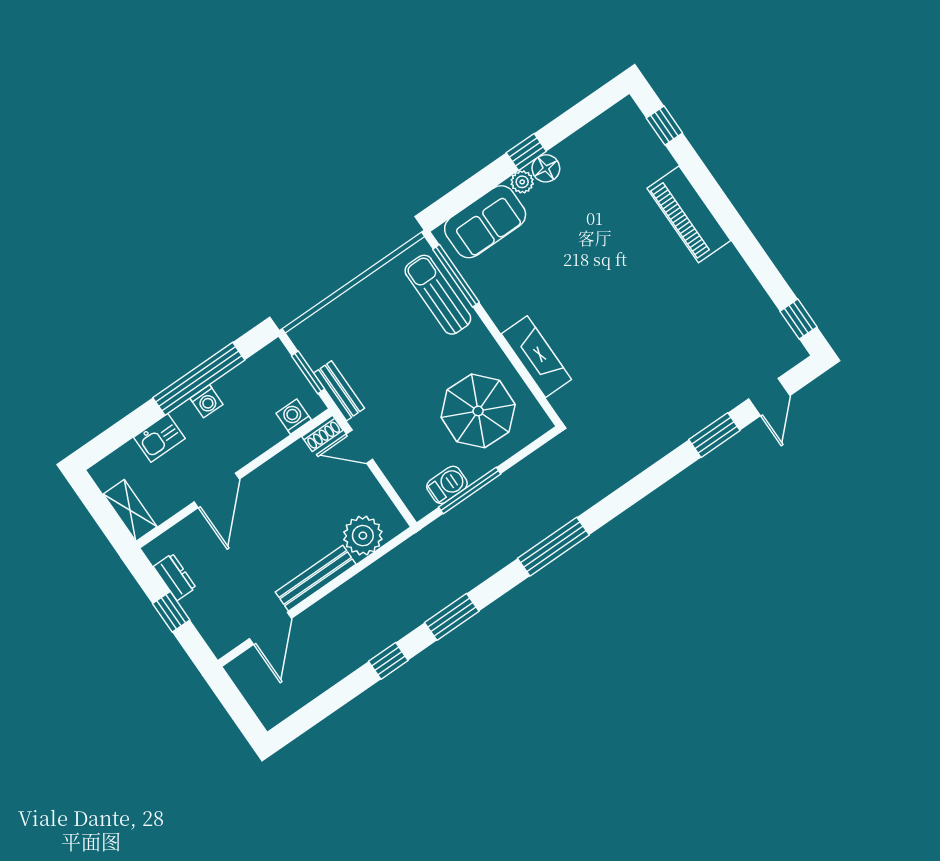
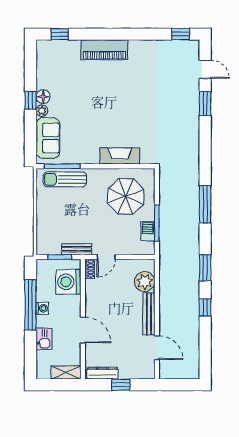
washing machine: (294, 417) -> (68, 282), width x1.89, depth x1.89
dresser: (175, 577) -> (102, 373), width x1.44

